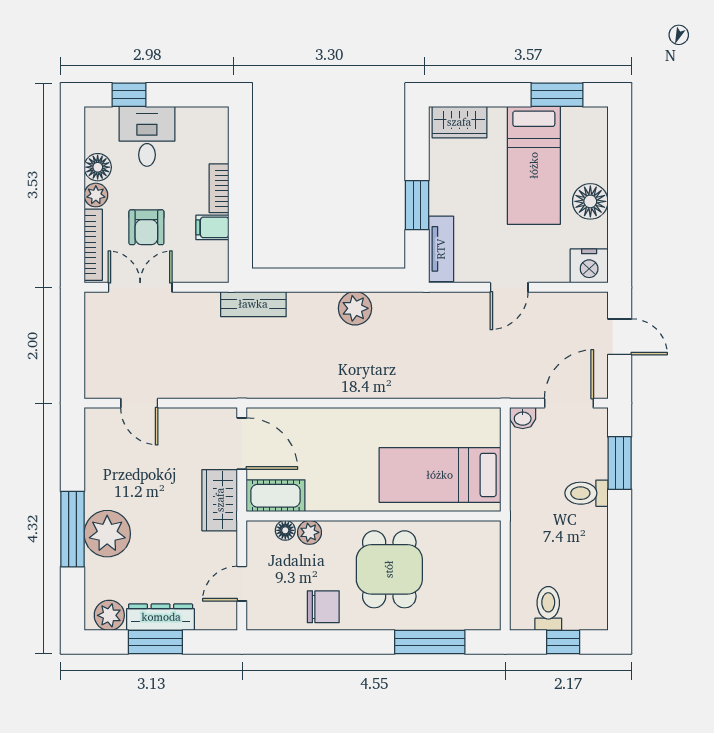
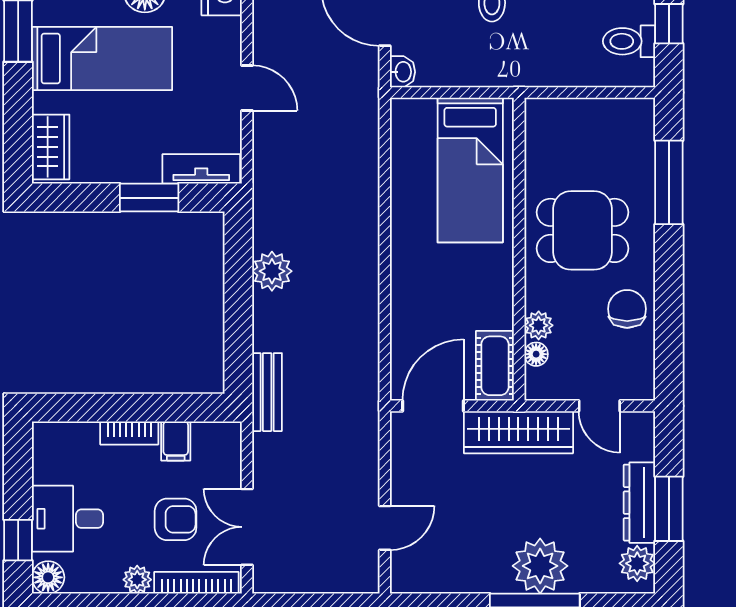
floor lamp: (98, 167) -> (48, 577), moved
wardrobe: (220, 500) -> (518, 432), width x1.50

